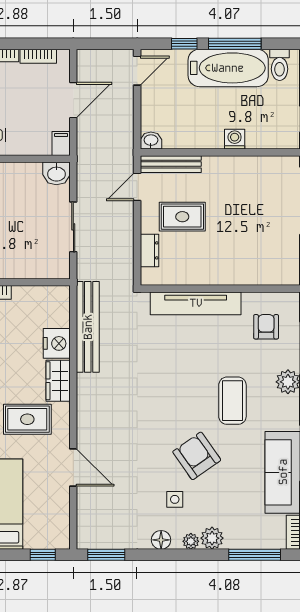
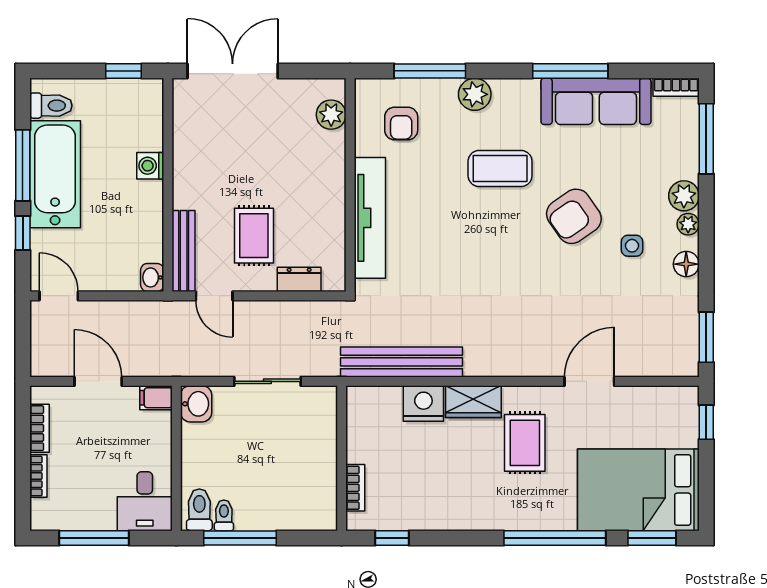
plant: (273, 274) -> (331, 115), added
armchair: (266, 327) -> (401, 124), turned -90

